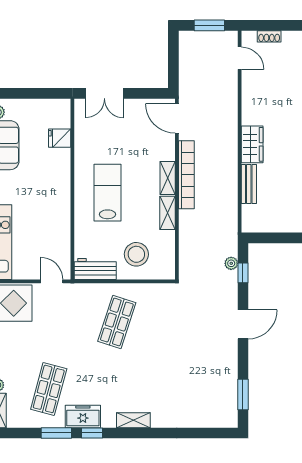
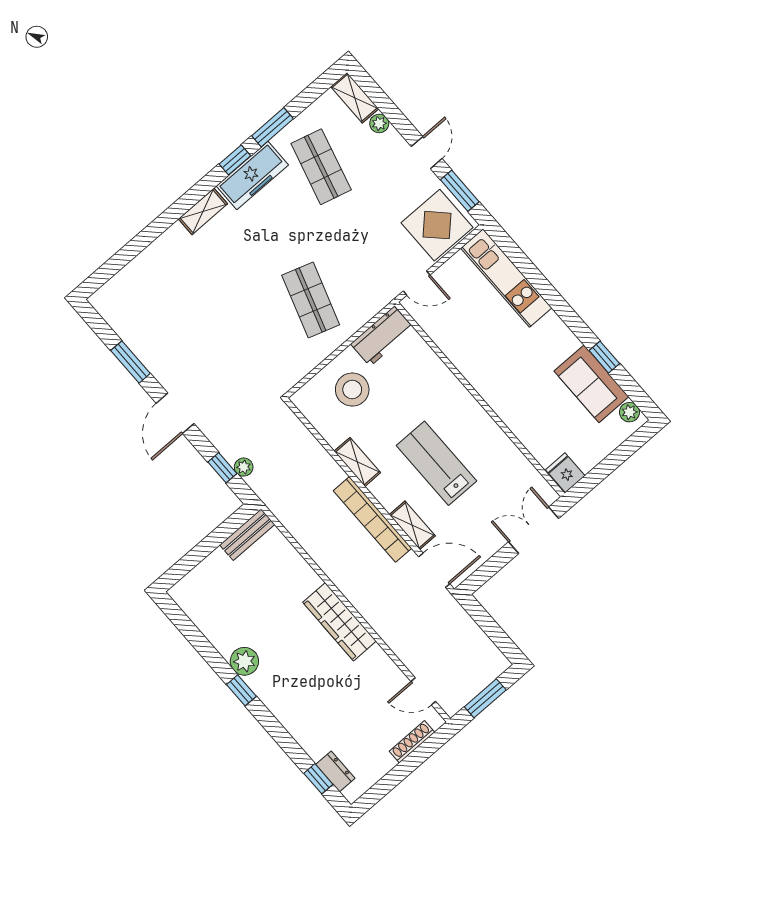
shoe rack: (269, 36) -> (412, 742), width x1.43
fridge: (60, 138) -> (565, 473), moved, turned -90
wardrobe: (252, 144) -> (340, 622), width x1.50
shelving: (168, 178) -> (412, 525), moved
bench: (249, 184) -> (247, 535), moved, turned 90
lab bench: (107, 193) -> (437, 463), moved, turned 180
window: (243, 394) -> (130, 362), moved
freezer: (83, 416) -> (252, 175), width x1.40

